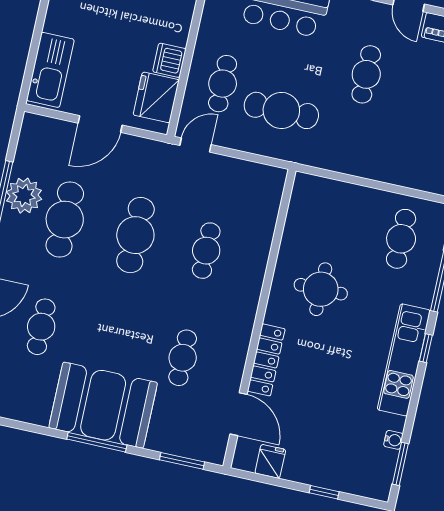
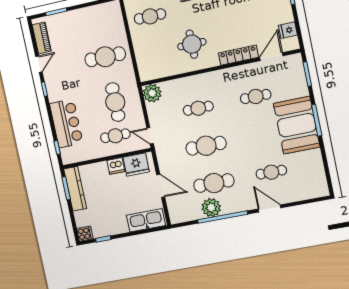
cafe table: (366, 74) -> (105, 57), moved, width x1.37, depth x1.35
plant: (268, 183) -> (152, 93), added

